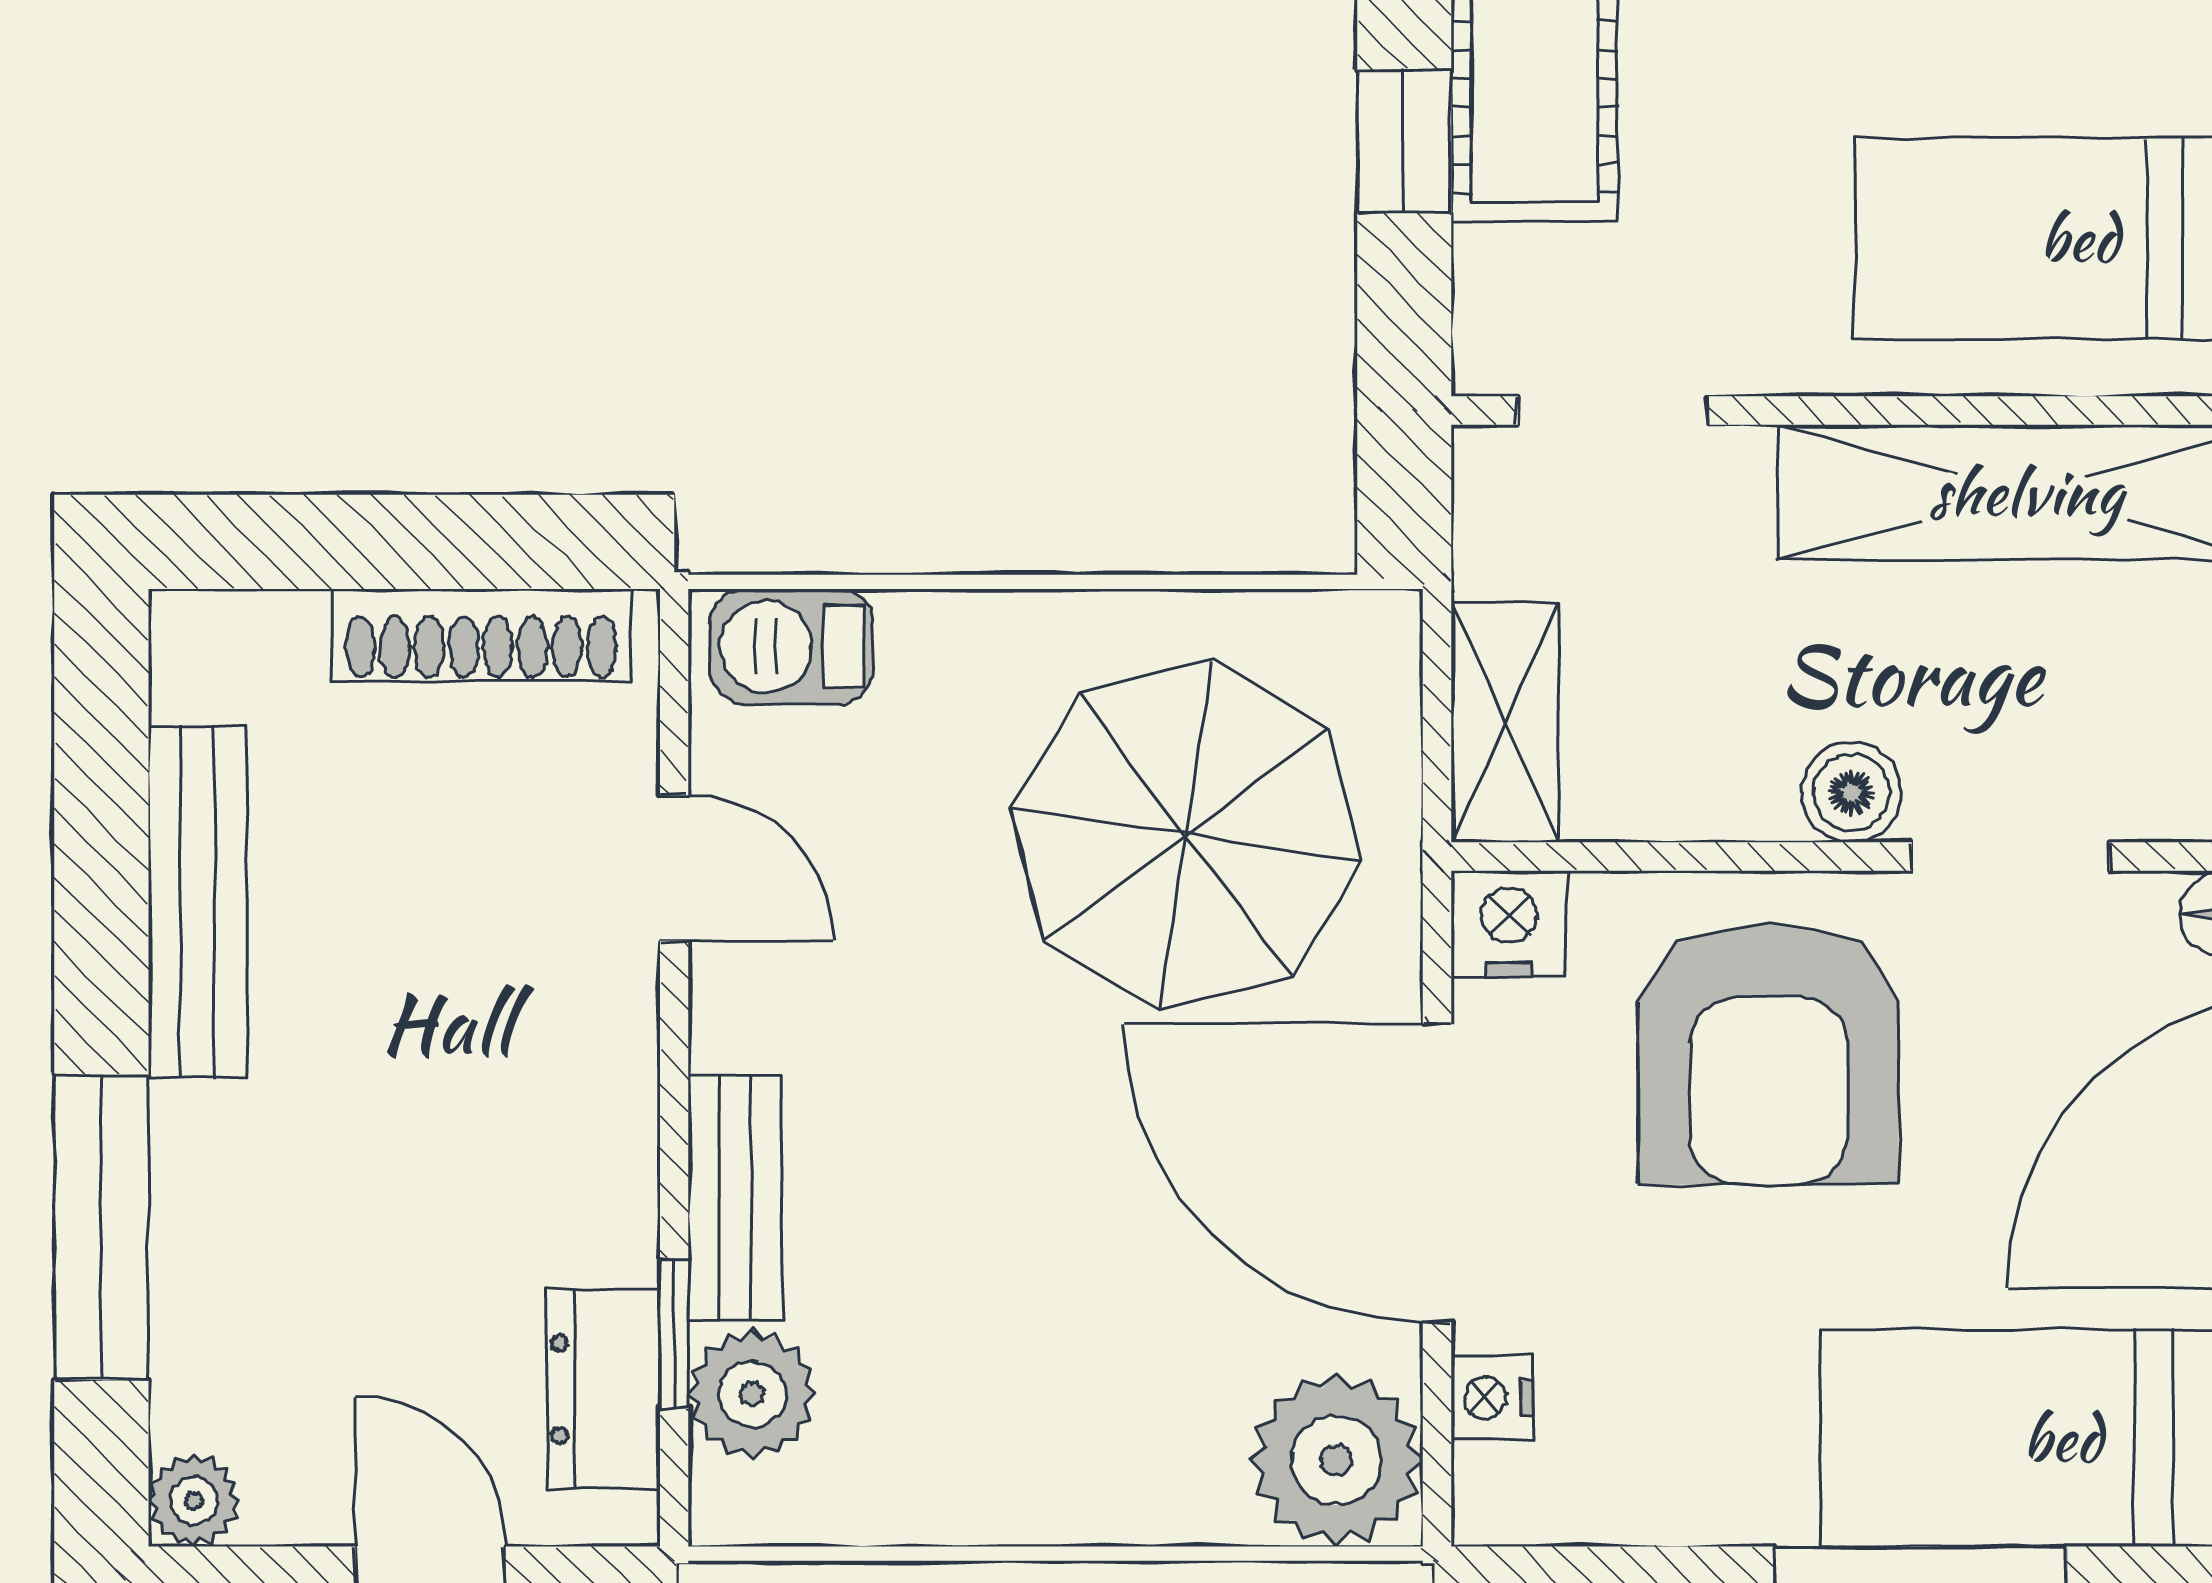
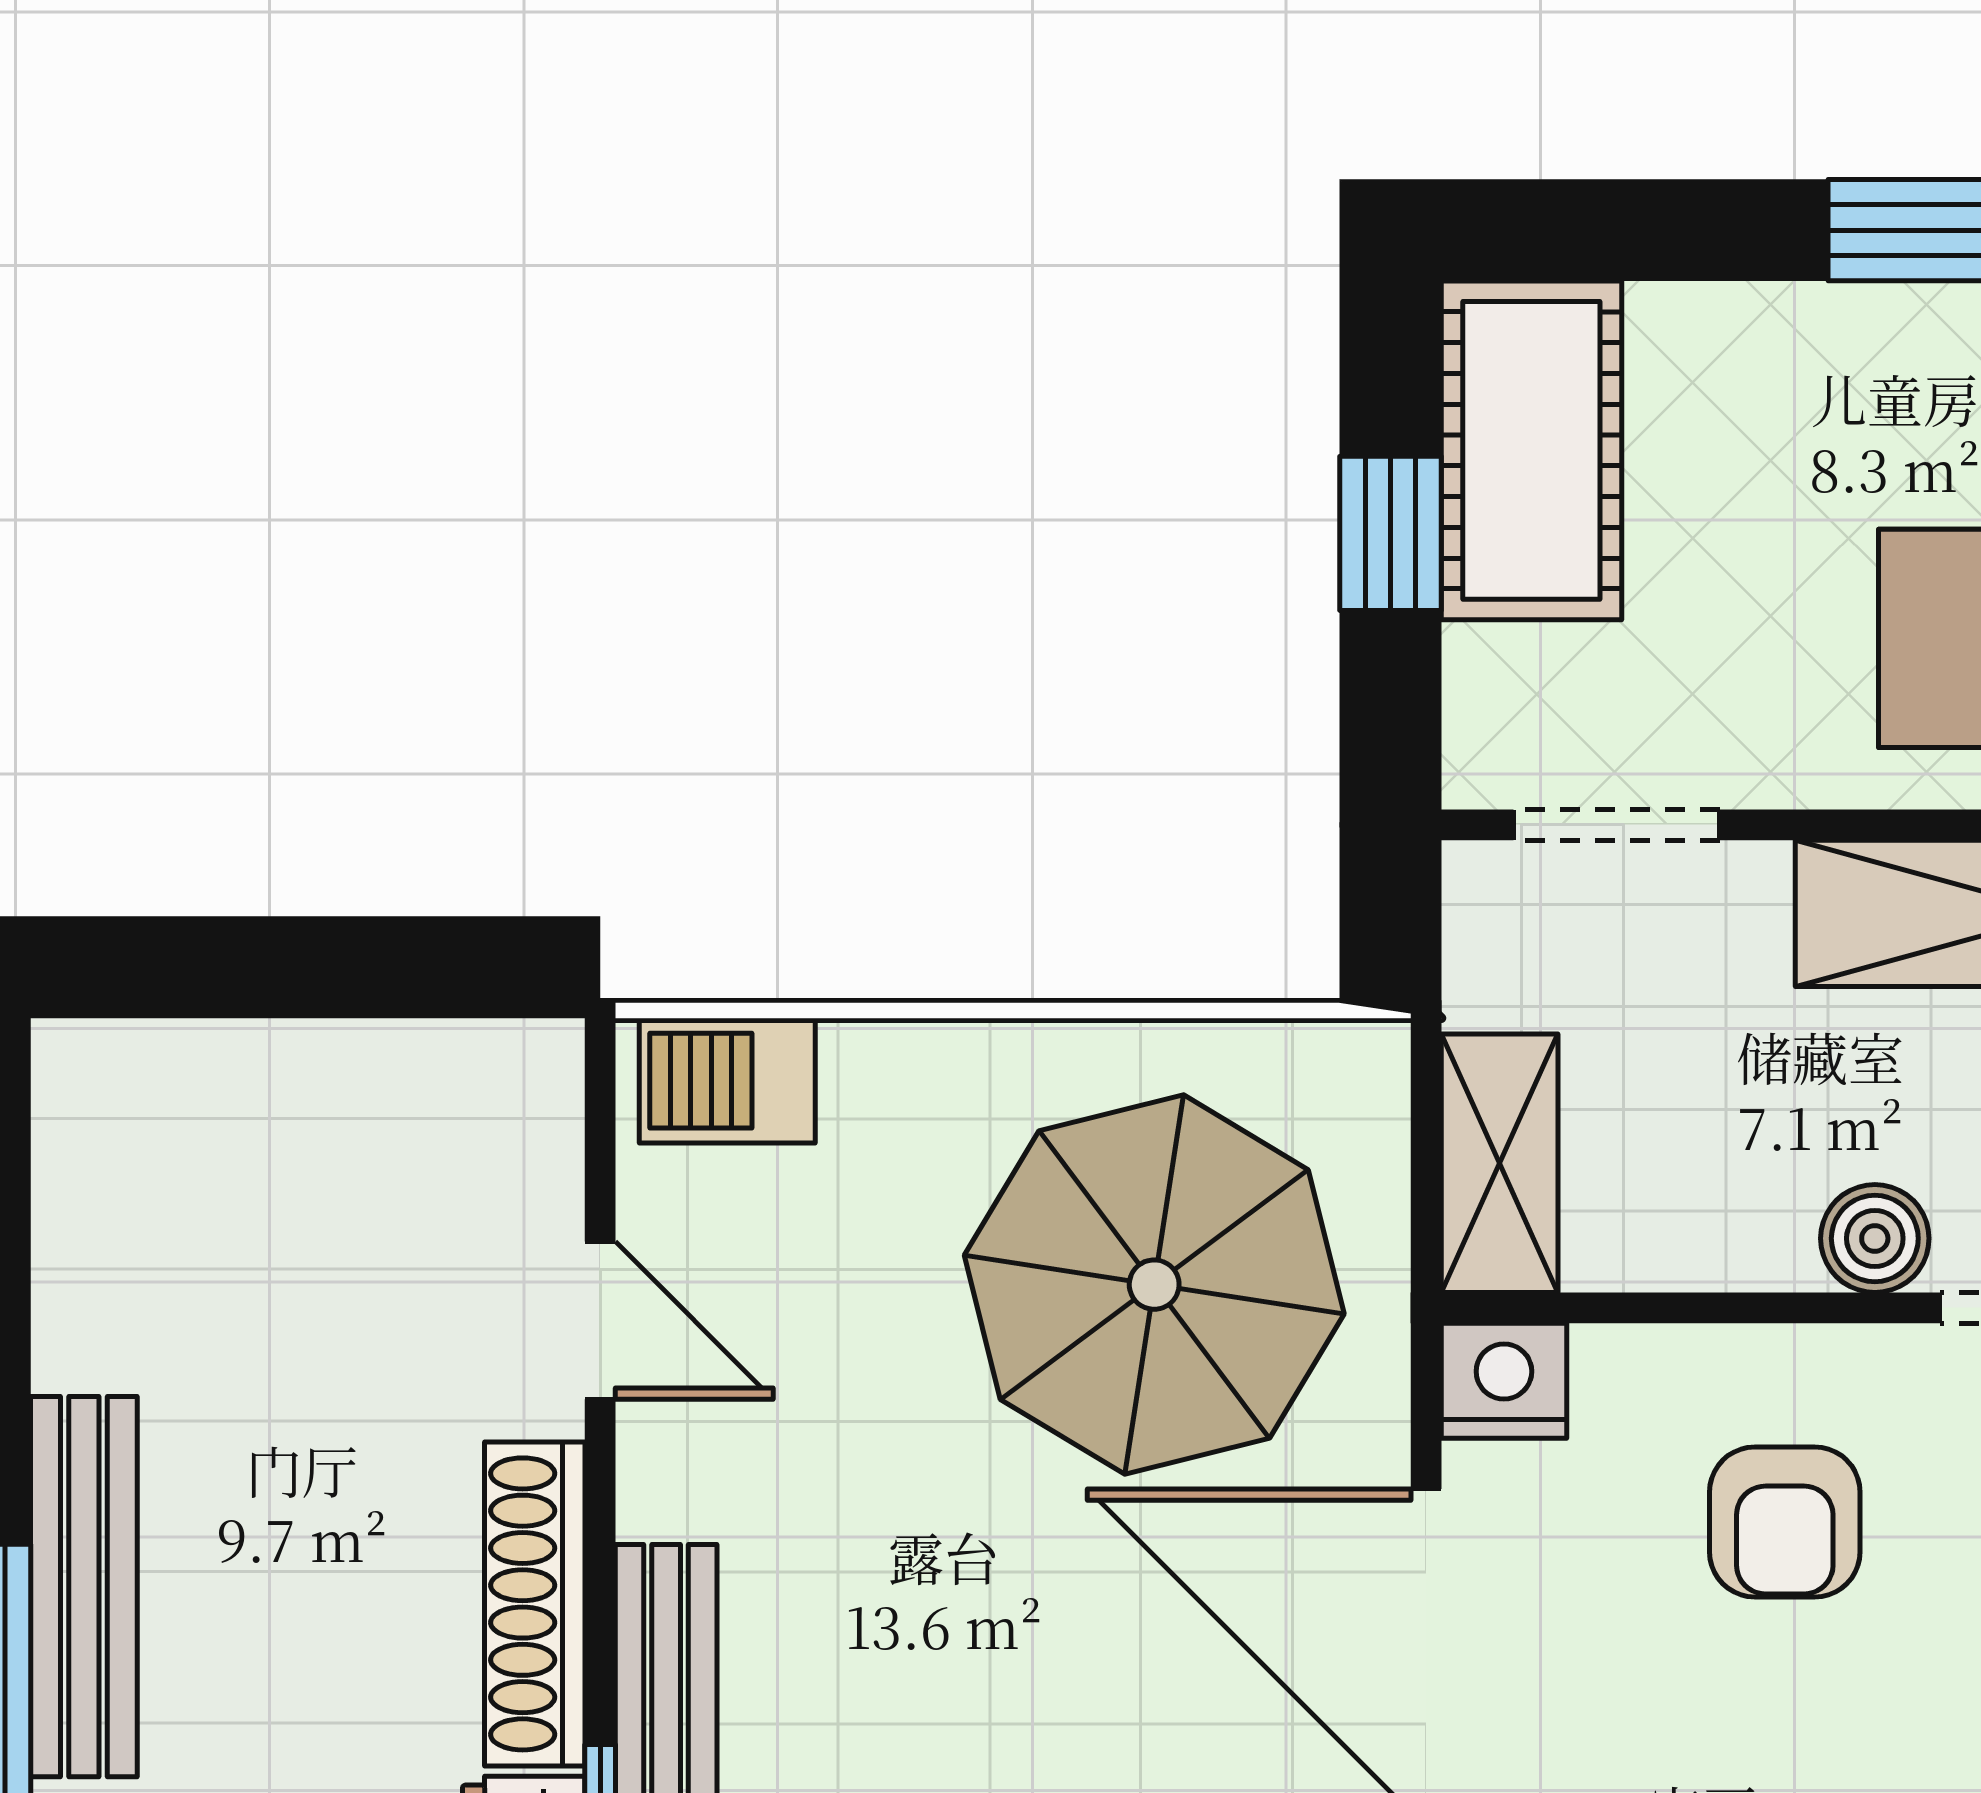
shoe rack: (481, 635) -> (535, 1604), moved, turned 90
bench: (197, 901) -> (84, 1587), moved
armchair: (1768, 1054) -> (1785, 1522), width x0.53, depth x0.53

